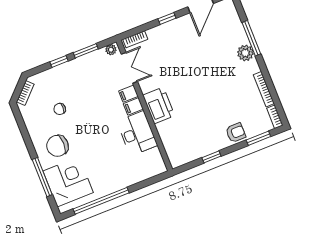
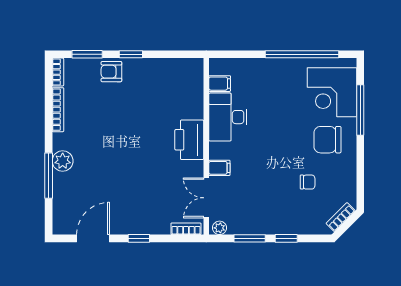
filing cabinet: (133, 106) -> (220, 84), moved
chair: (57, 146) -> (328, 140), turned 180
window: (211, 157) -> (131, 54), moved

